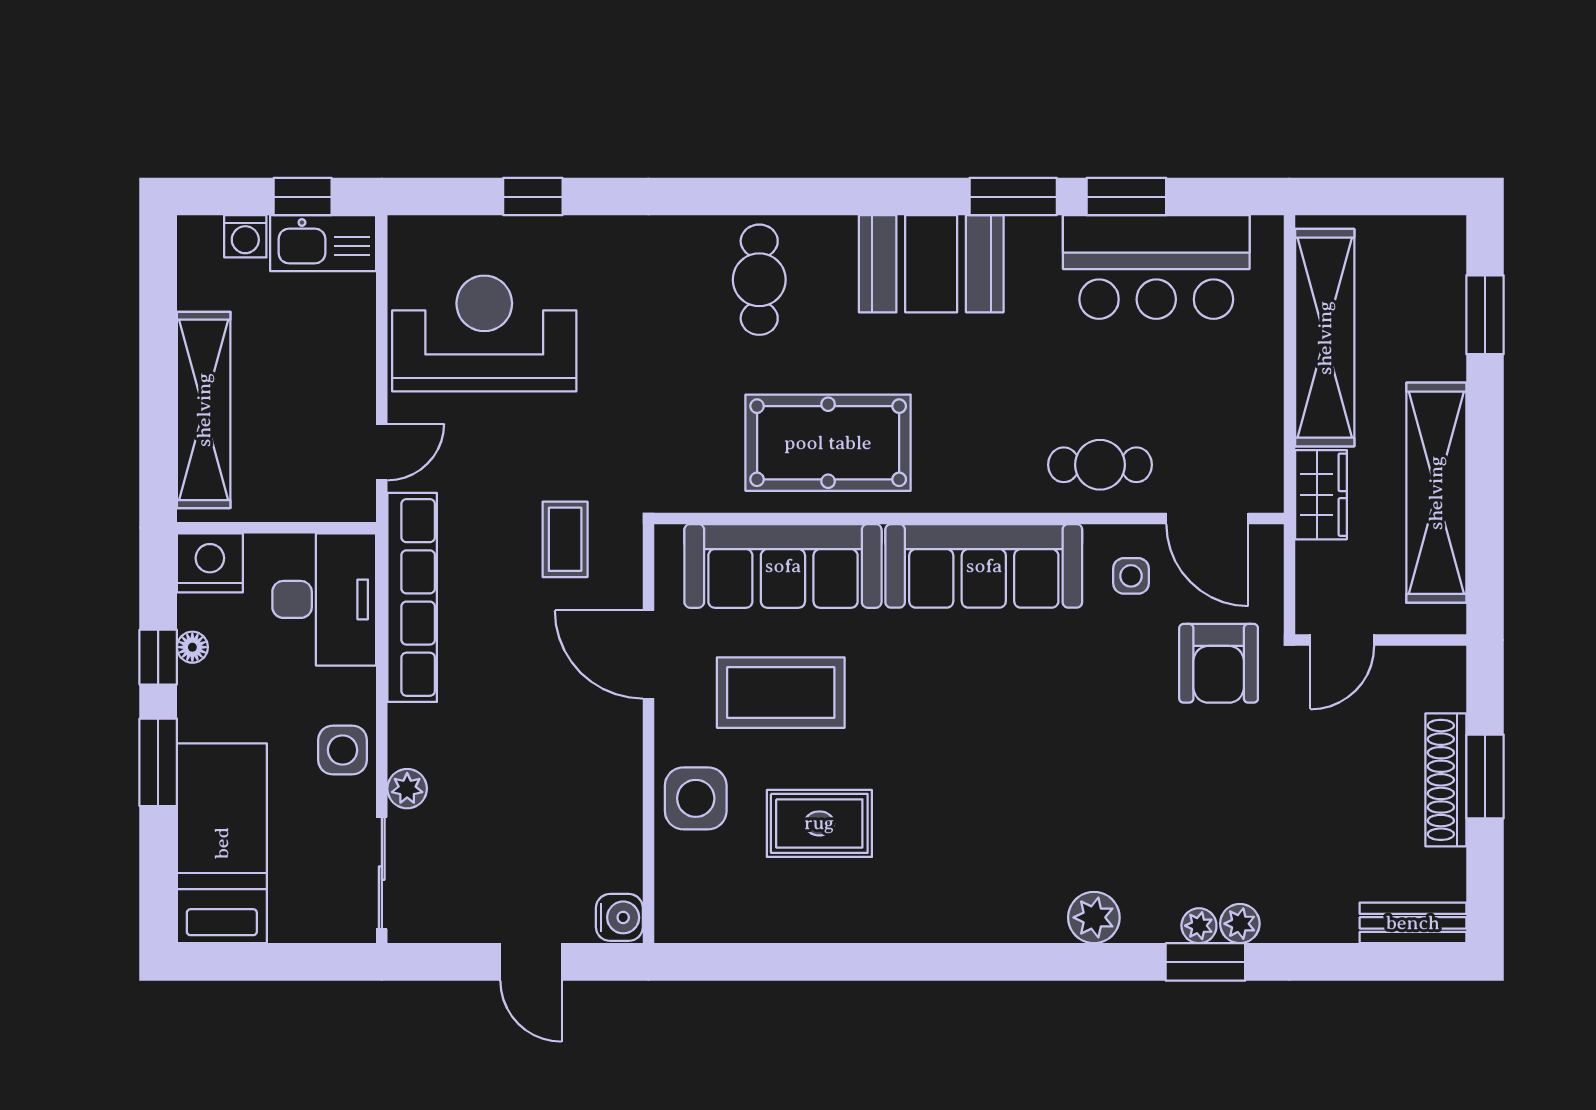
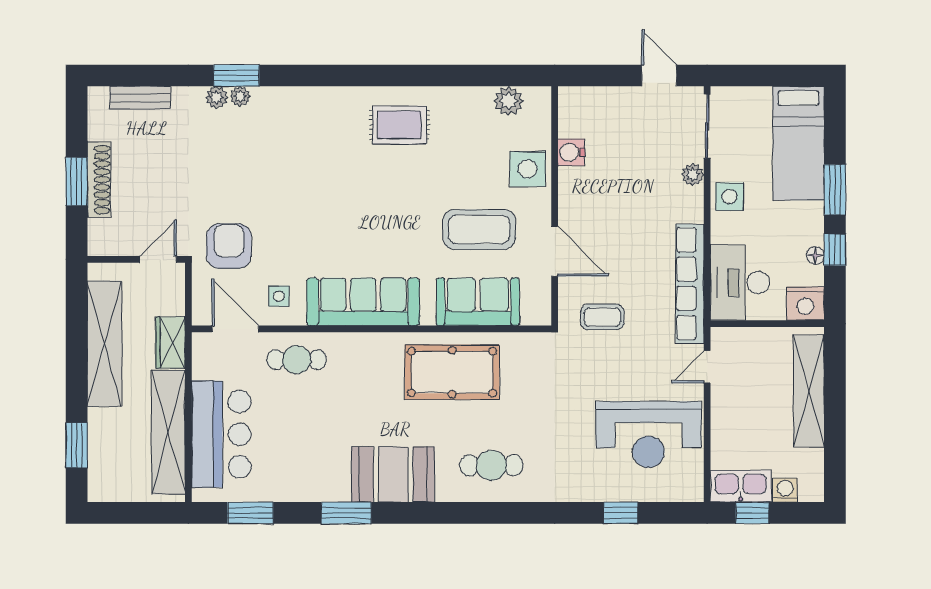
window: (1126, 197) -> (250, 513), moved
bar counter: (1156, 267) -> (221, 434), moved, turned 90
cafe table: (759, 280) -> (491, 465), turned 90
coffee table: (565, 539) -> (602, 317), turned 90
sofa: (783, 566) -> (478, 302), width x0.73
rug: (819, 823) -> (399, 125), moved
water cooler: (619, 917) -> (571, 152), moved
plant: (1094, 917) -> (509, 101), moved
bench: (1413, 923) -> (140, 98), moved
door: (531, 962) -> (659, 75), moved

